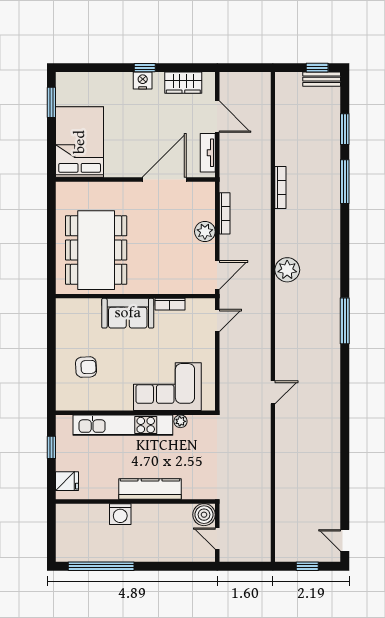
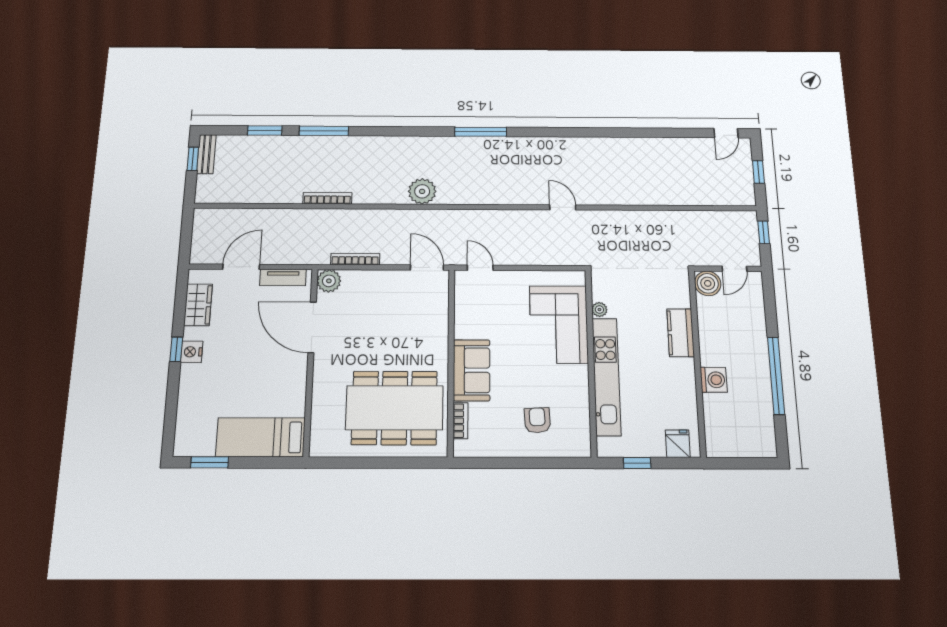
bed: (80, 142) -> (261, 437), width x0.67
plant: (205, 232) -> (329, 281), moved
bookcase: (170, 304) -> (460, 421), moved
kitchen counter: (150, 489) -> (681, 333), width x0.67
window: (101, 566) -> (776, 376), moved
window: (251, 566) -> (764, 232), added

